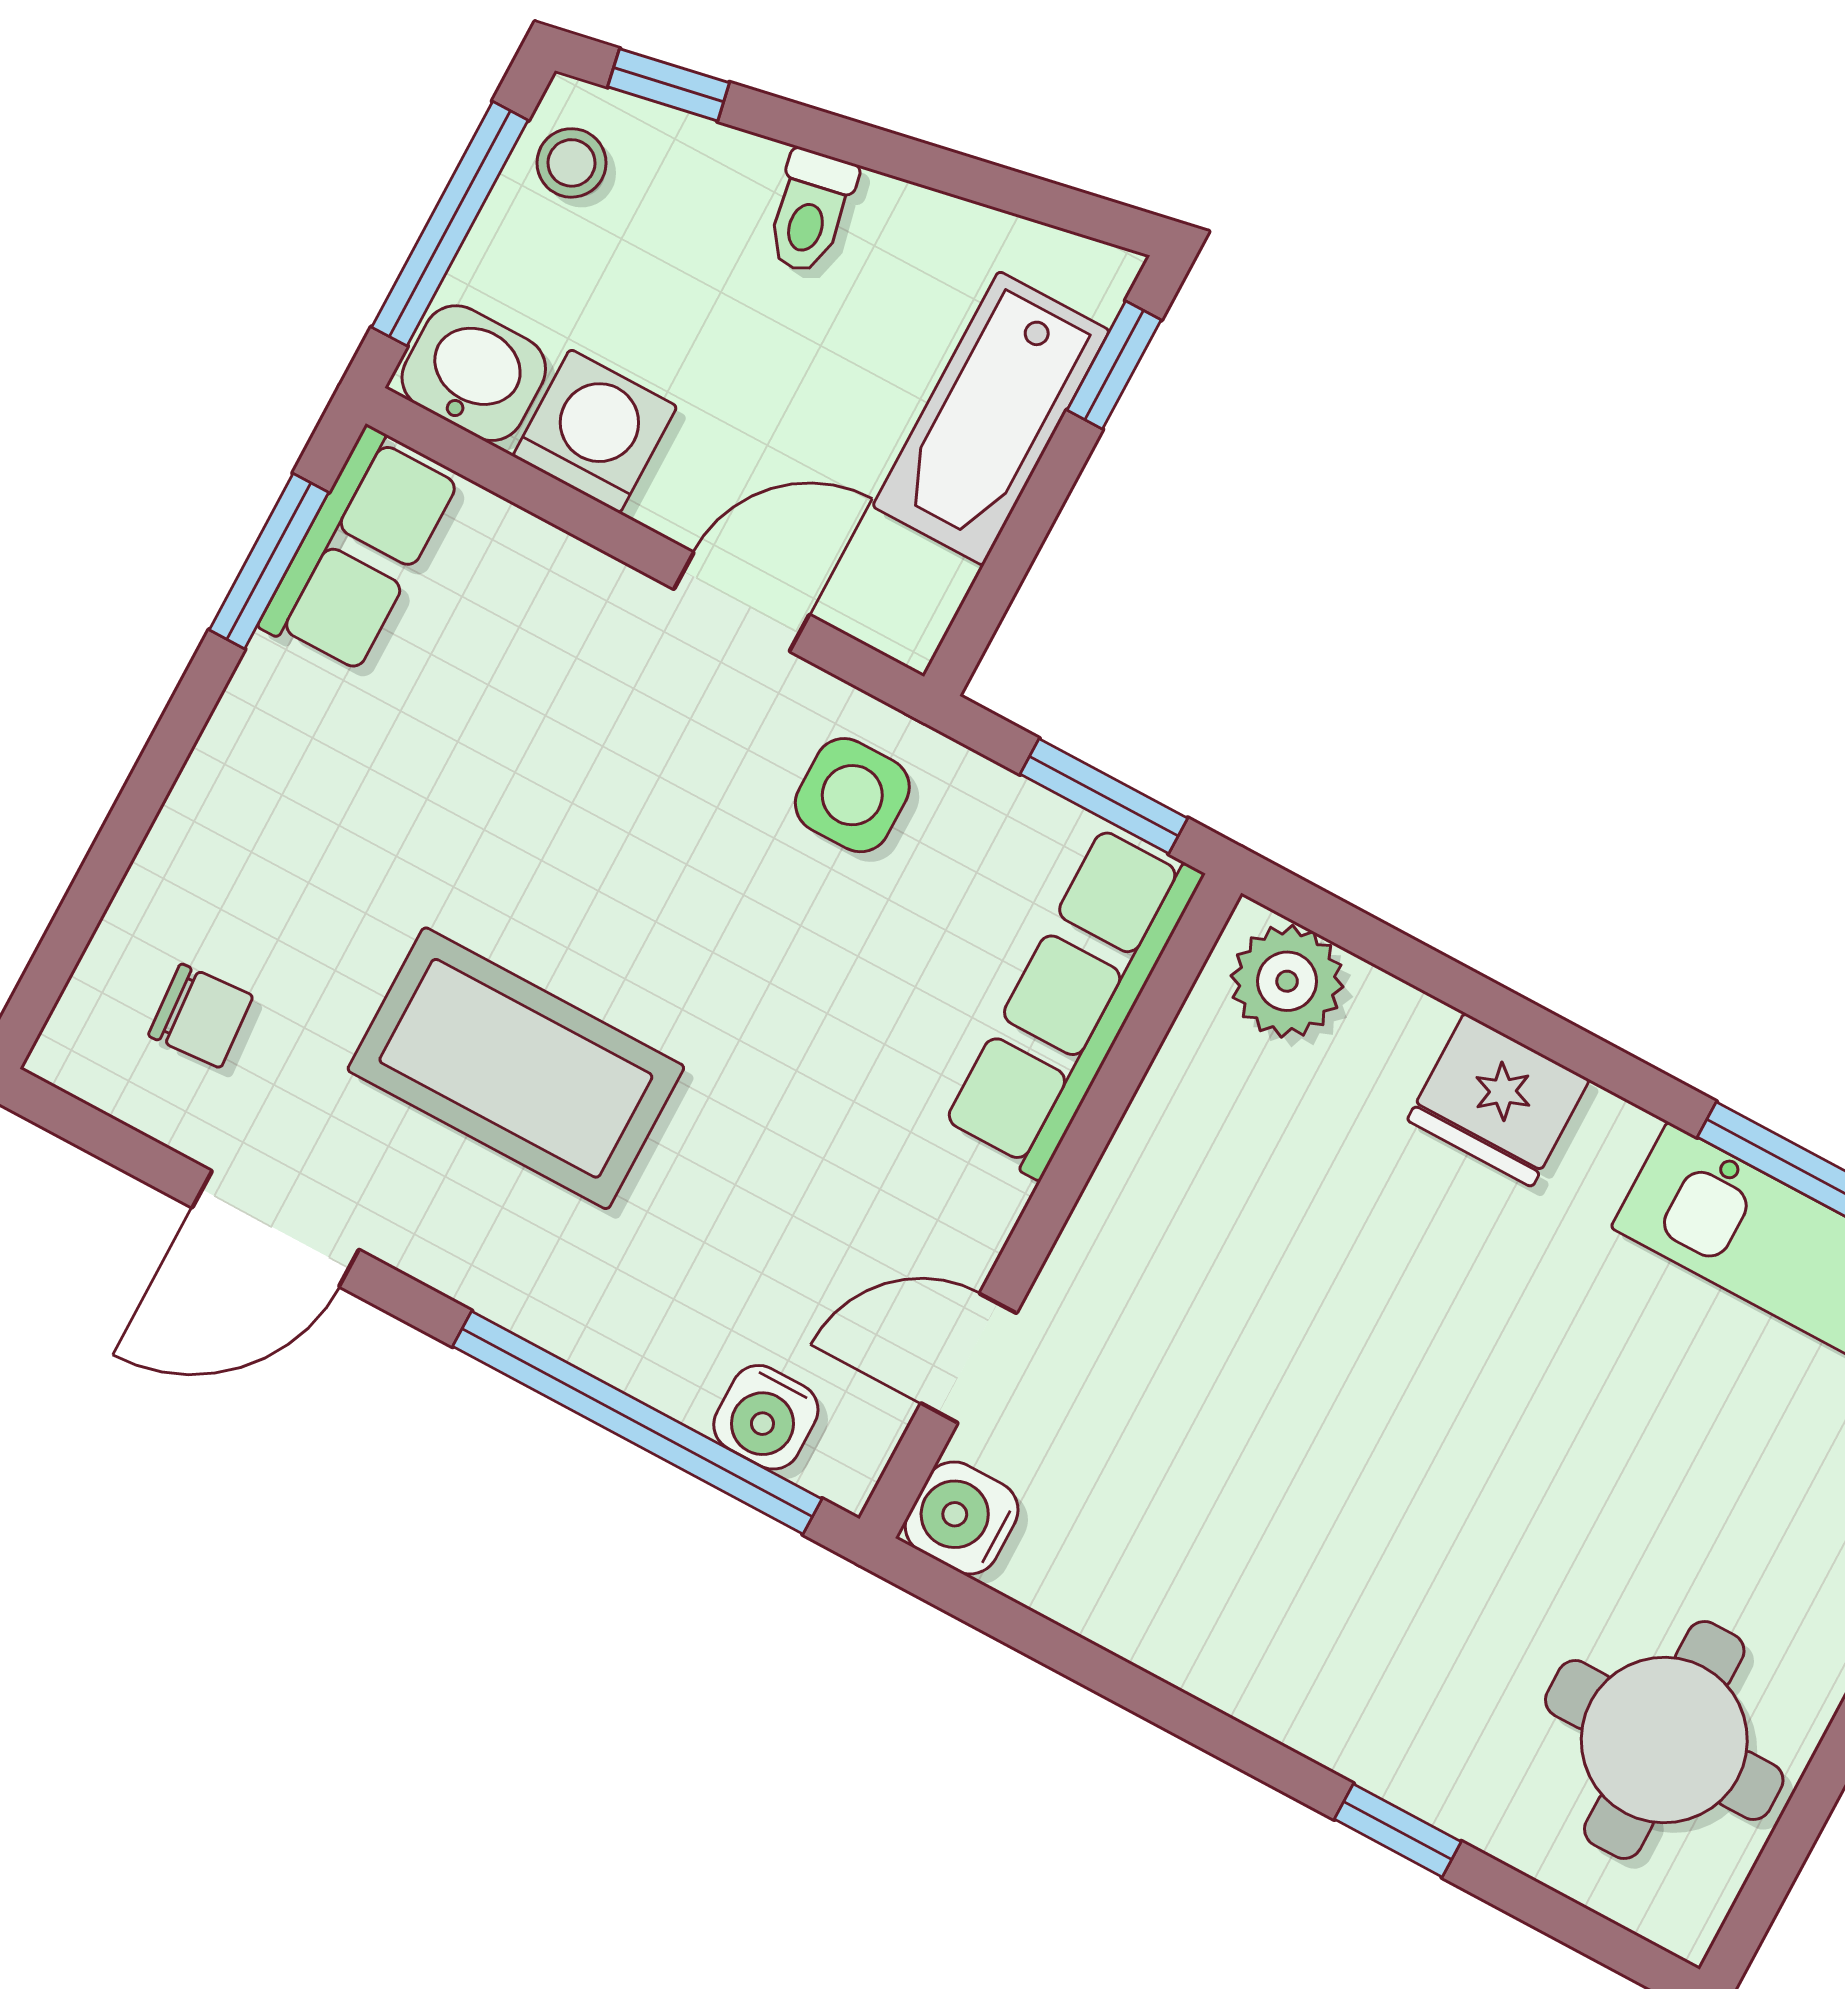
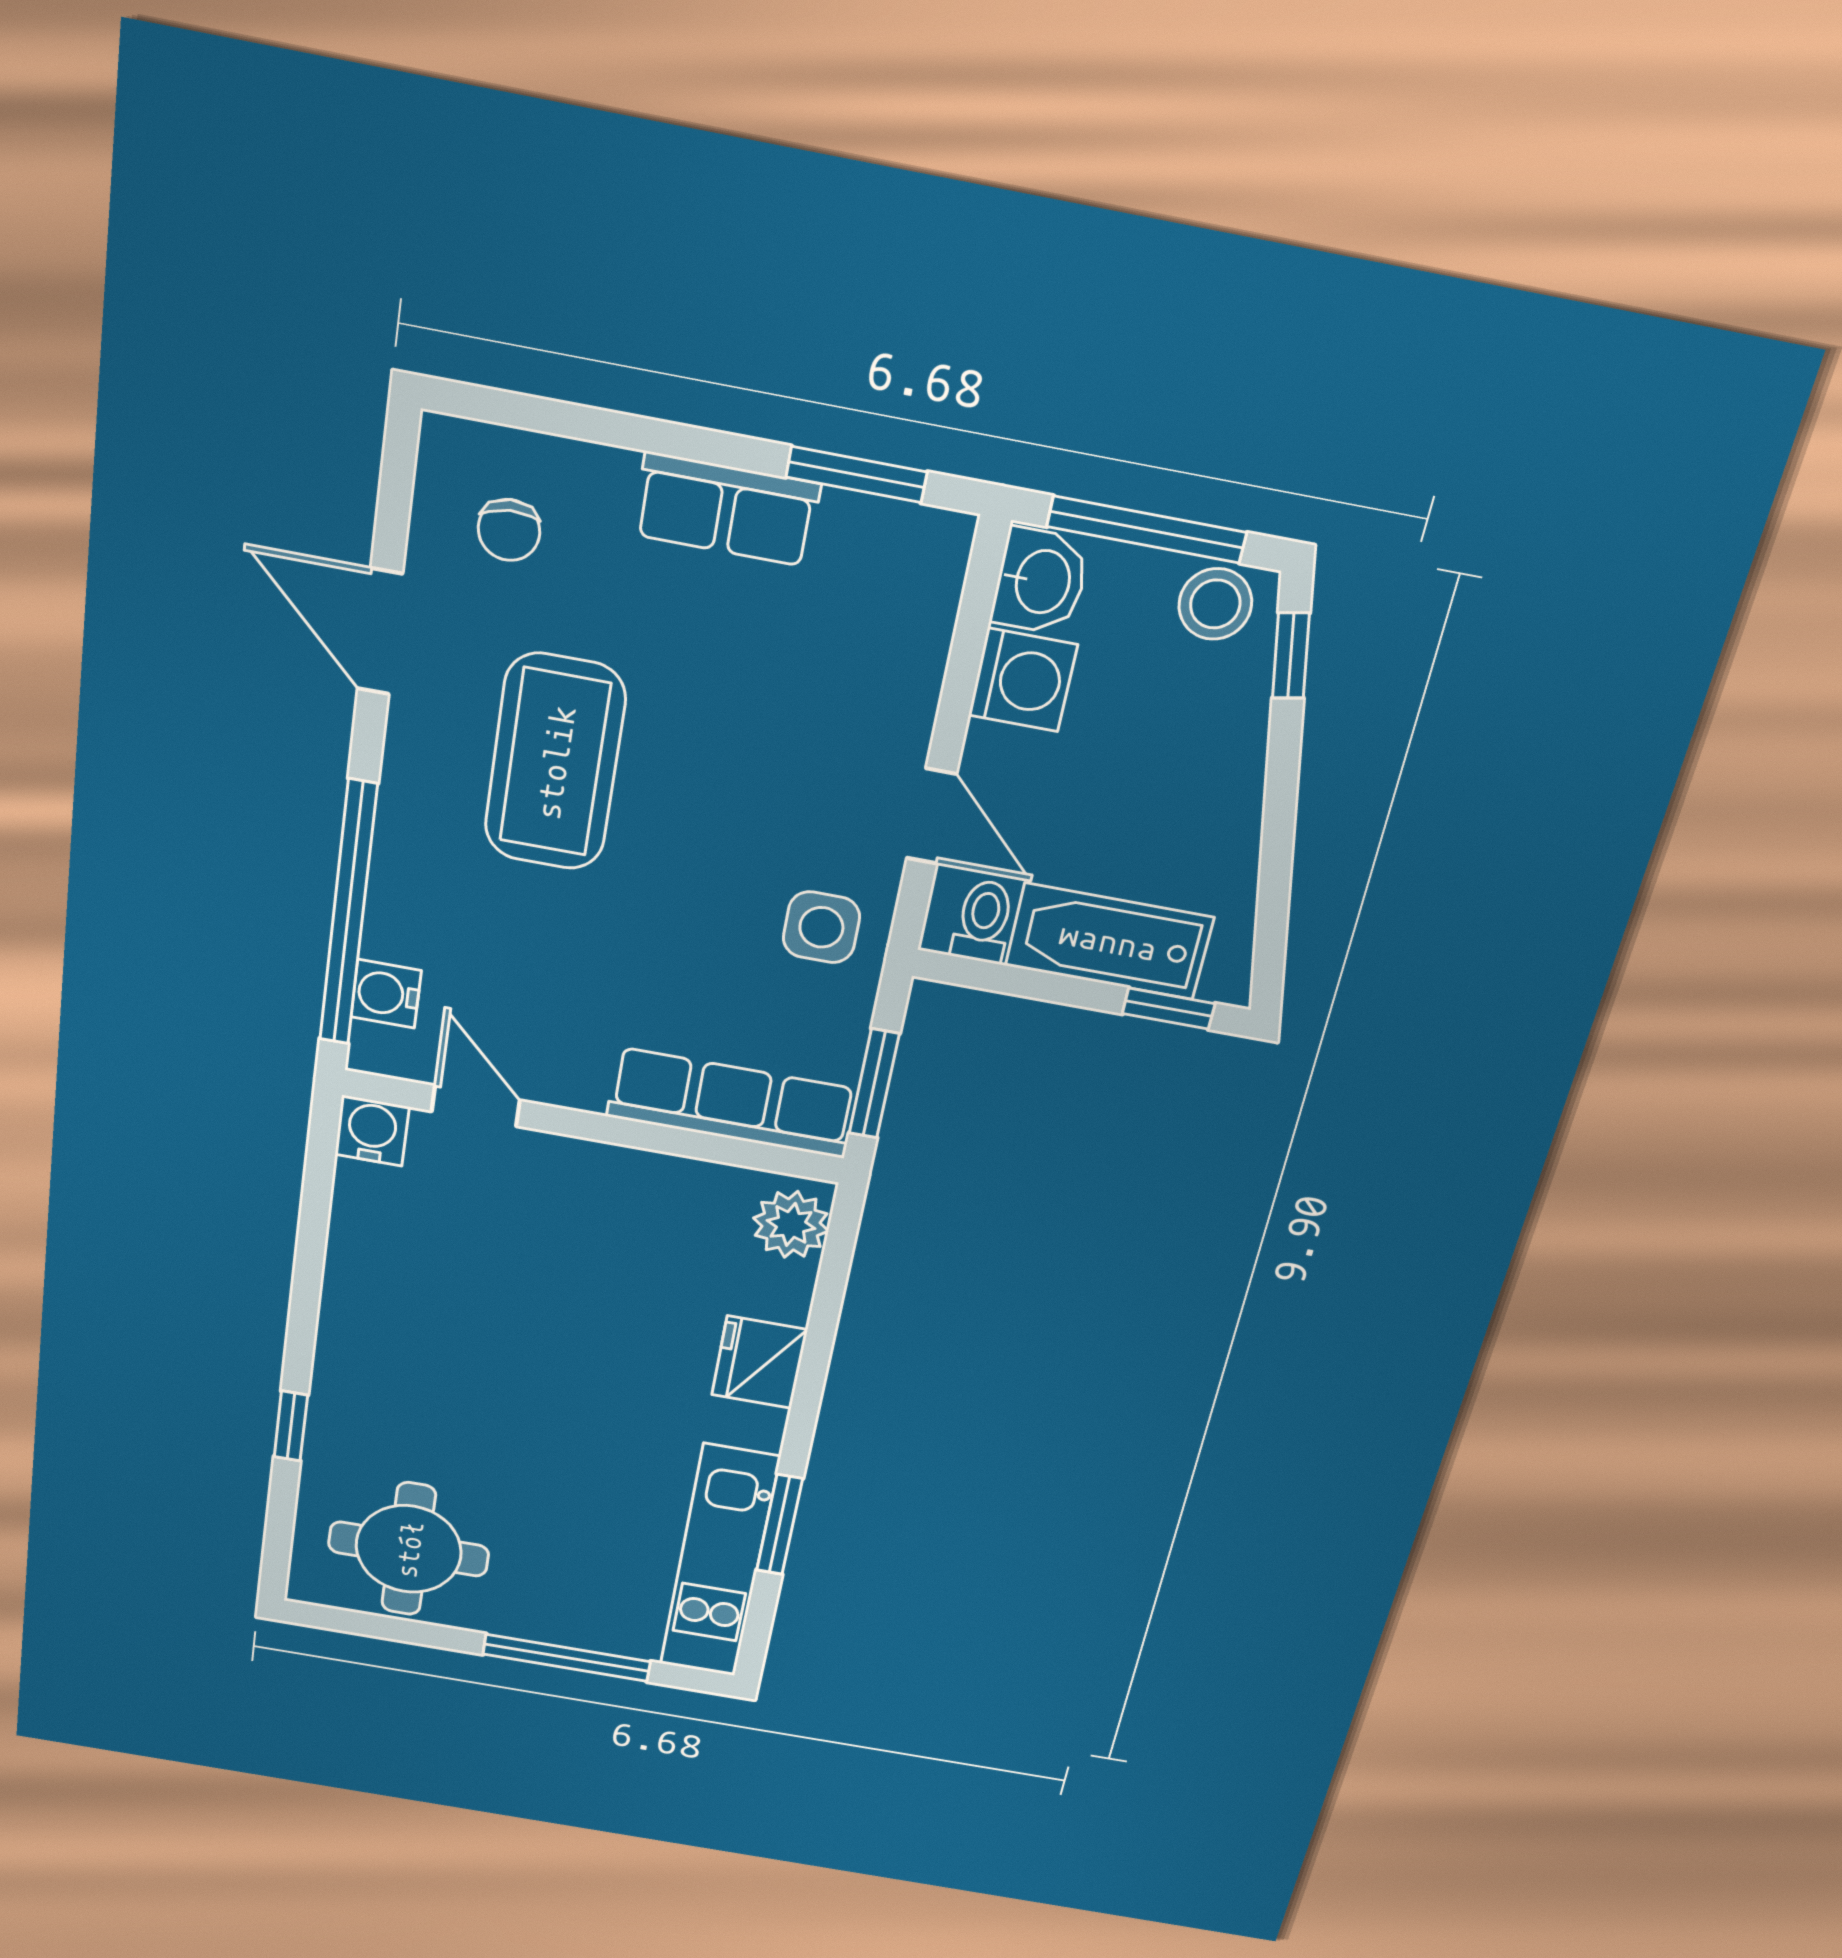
stool: (572, 163) -> (1215, 604), width x1.37, depth x1.37
toilet: (810, 212) -> (983, 922), moved, turned 101
row of seats: (360, 551) -> (726, 509), moved

